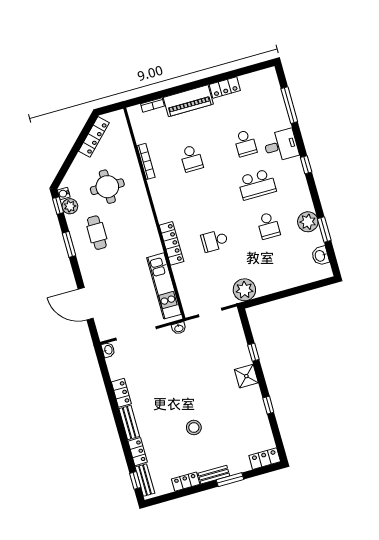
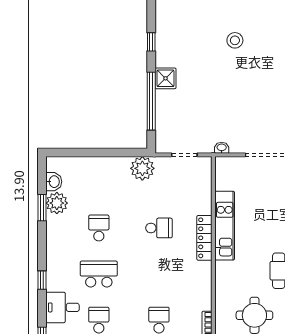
plant: (308, 222) -> (57, 203), moved
kitchen unit: (164, 286) -> (225, 226), moved
window: (253, 352) -> (151, 101), width x3.17

